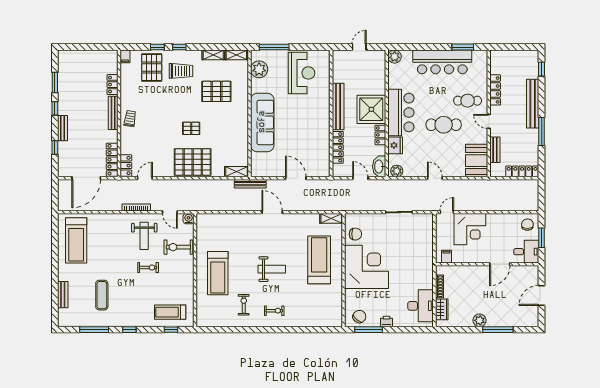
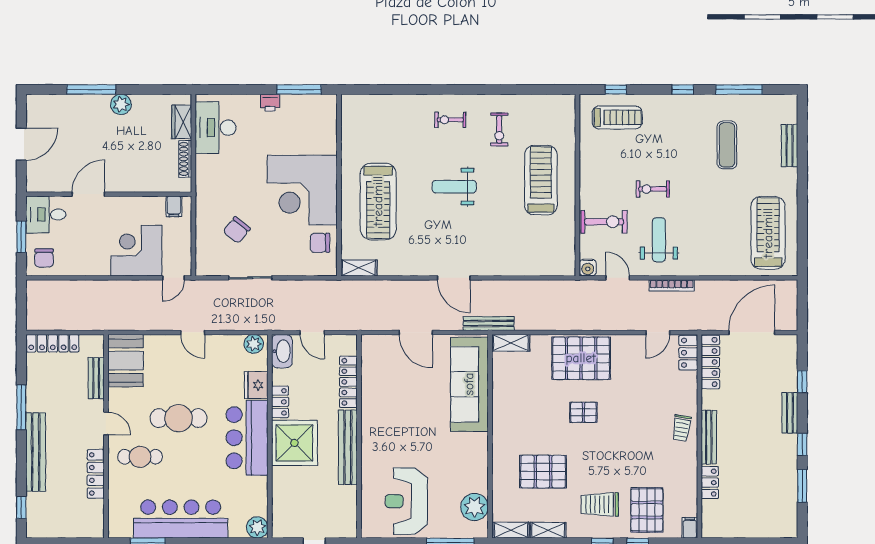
sofa: (262, 122) -> (469, 384), moved
chair: (359, 317) -> (237, 230), moved

